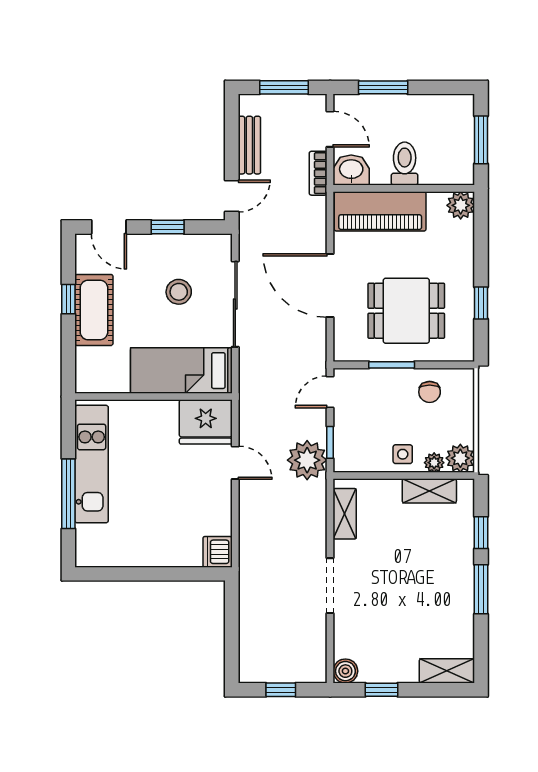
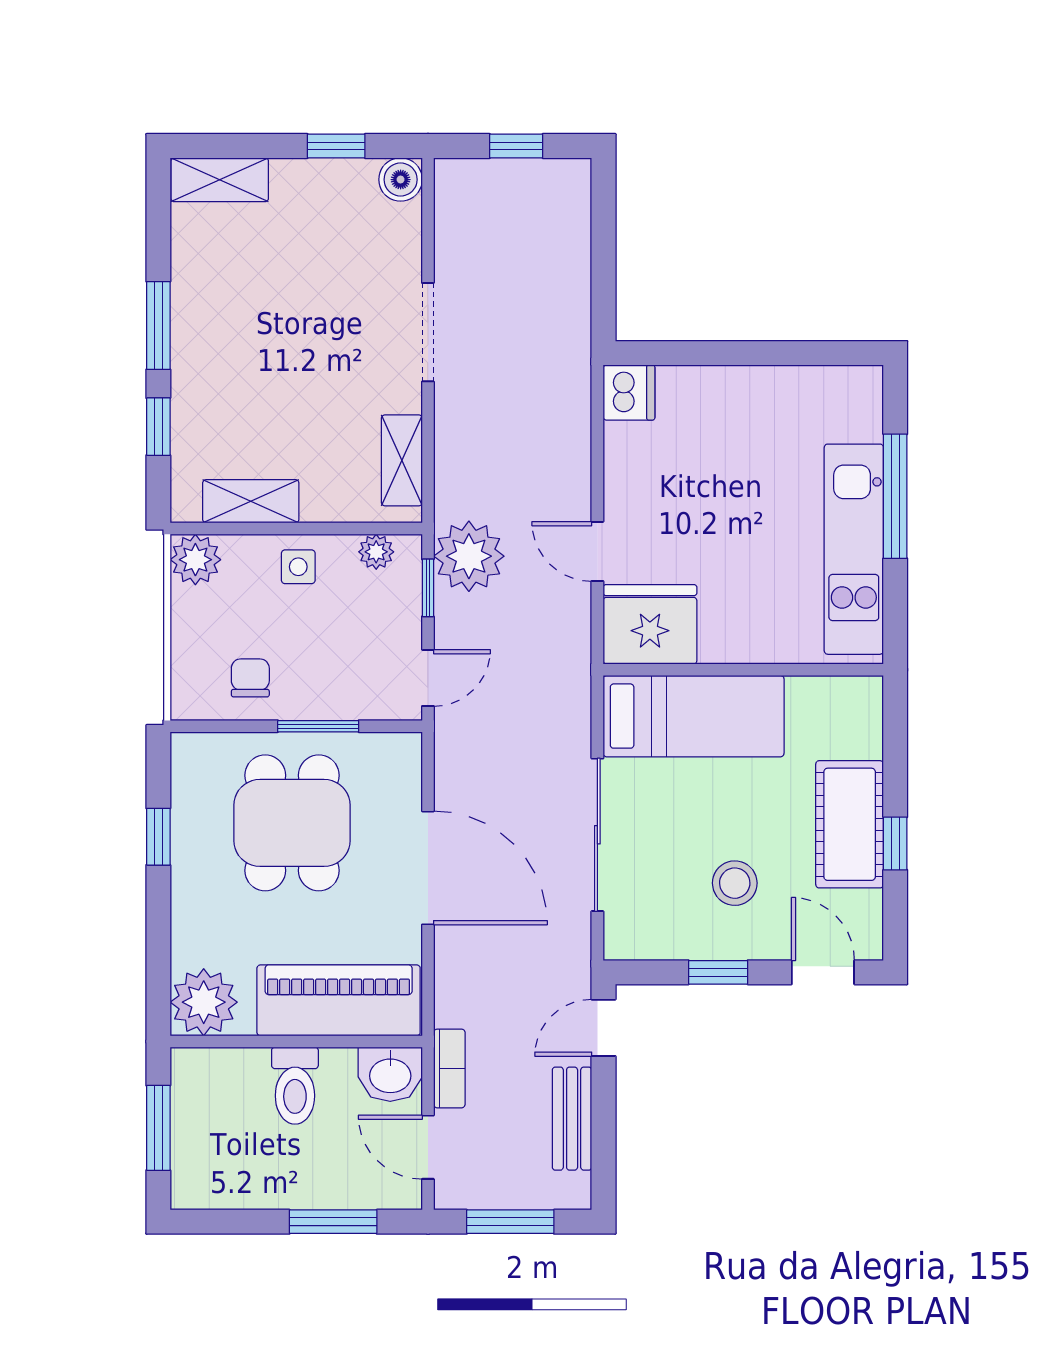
plant: (461, 205) -> (204, 1002), width x1.36, depth x1.36
stool: (179, 292) -> (735, 883), moved
dining table: (406, 311) -> (292, 823), turned 90
plant: (434, 463) -> (376, 552), moved

